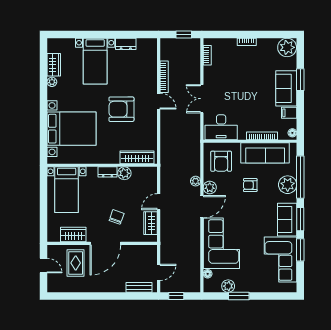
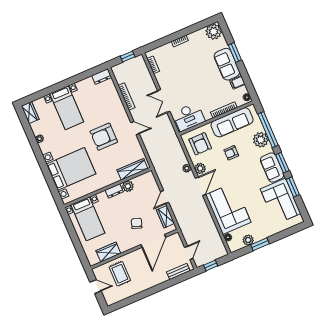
dresser: (126, 44) -> (102, 77), moved
wardrobe: (54, 65) -> (30, 113), moved
door: (159, 101) -> (135, 128), moved
door: (105, 243) -> (153, 241), moved

